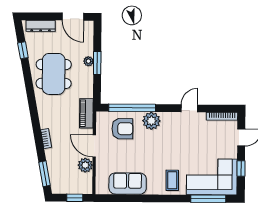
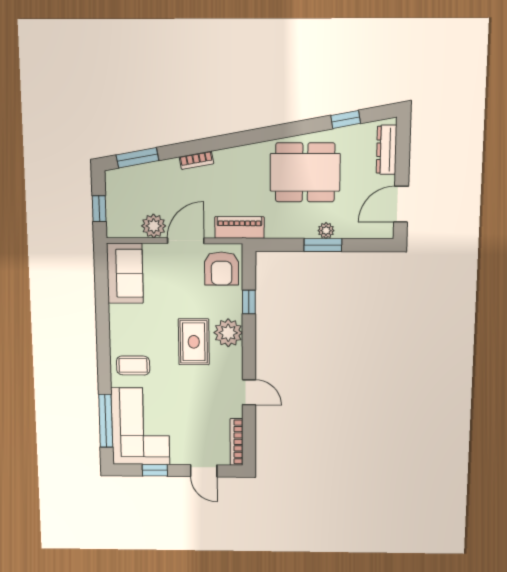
window: (132, 108) -> (249, 302), width x0.32
armchair: (122, 129) -> (222, 268), moved
rug: (157, 142) -> (194, 342), added
sofa: (128, 184) -> (125, 273), moved

